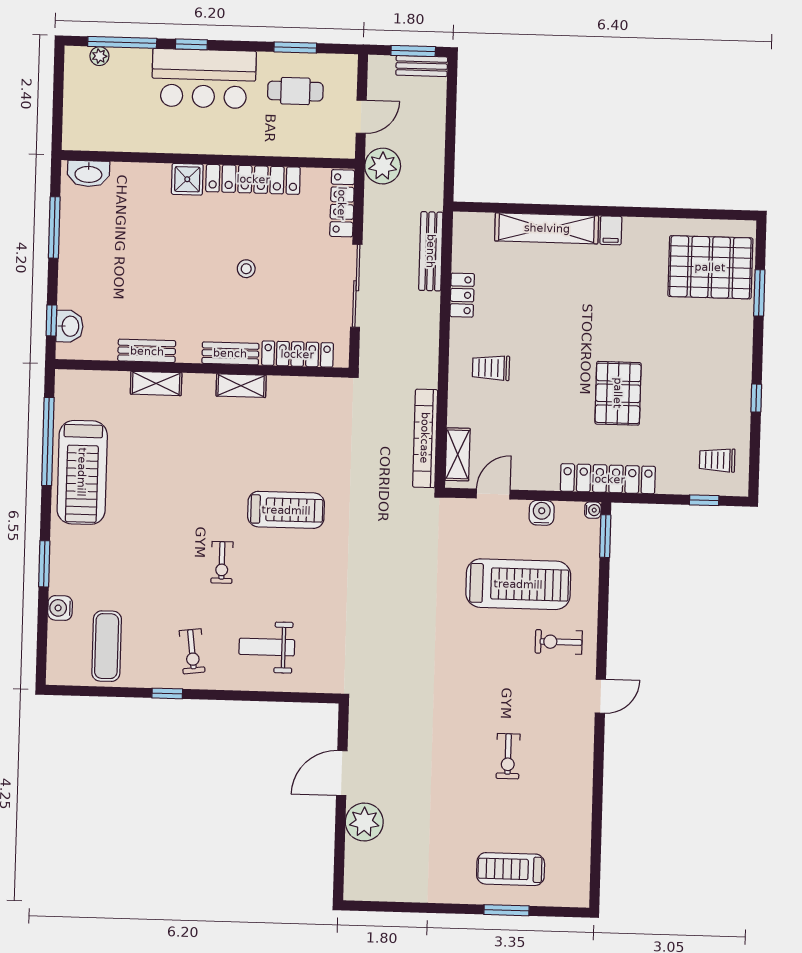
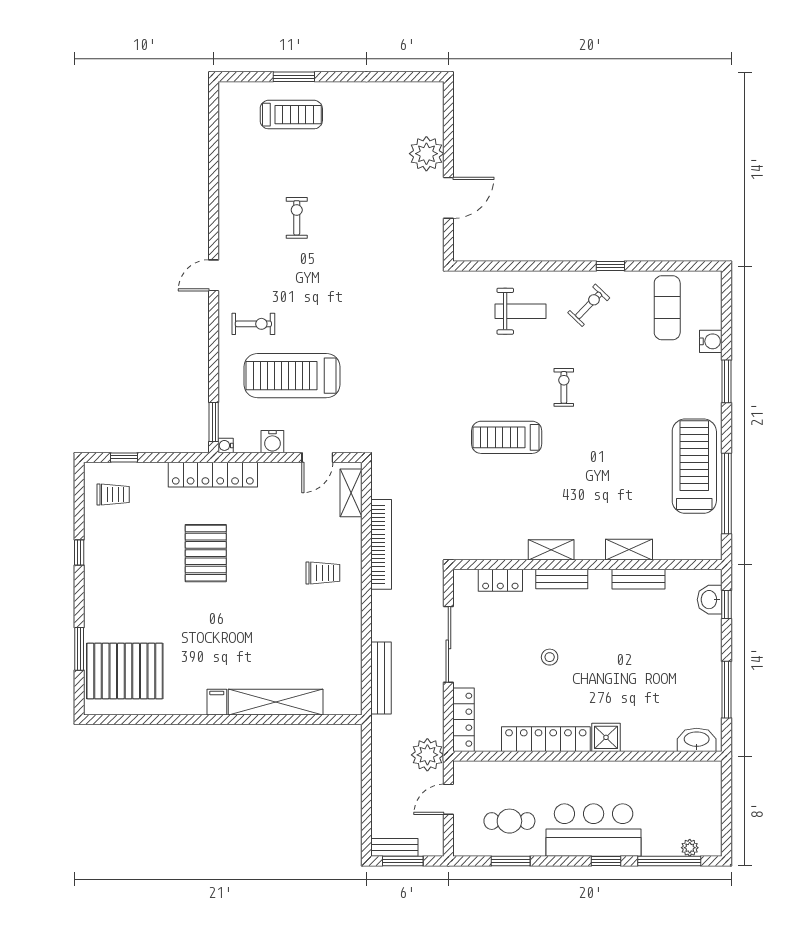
locker: (462, 295) -> (351, 639), removed
locker: (297, 354) -> (500, 580), width x0.66
bookcase: (425, 438) -> (381, 544), moved
exercise bike: (192, 651) -> (589, 305), turned 51

